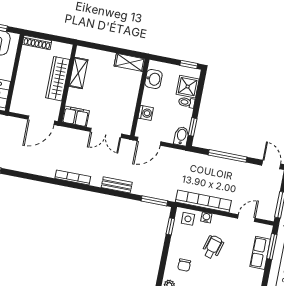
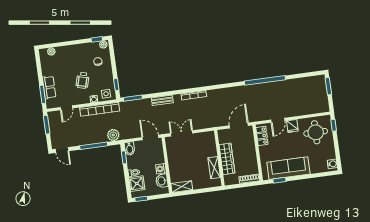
washing machine: (146, 113) -> (161, 169), moved
filing cabinet: (76, 116) -> (206, 137), removed
door: (41, 120) -> (239, 126), moved
door: (149, 141) -> (150, 137), hinge flipped
plant: (197, 161) -> (113, 135), added

